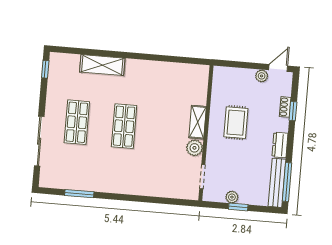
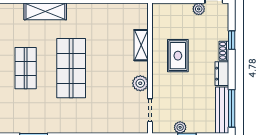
shoe rack: (285, 107) -> (224, 51), moved
shelving: (198, 122) -> (141, 45), moved
shop shelf: (124, 126) -> (71, 68), width x1.43, depth x1.36

